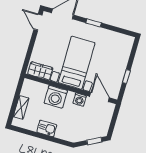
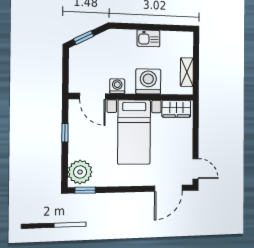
window: (94, 23) -> (85, 190), moved
plant: (123, 45) -> (80, 172), added
shelving: (21, 107) -> (187, 72), moved

